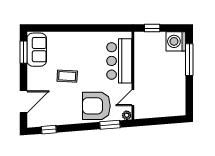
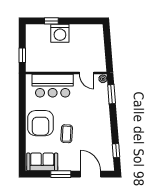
washing machine: (176, 41) -> (60, 33), moved
window: (23, 52) -> (61, 174), moved
window: (189, 60) -> (51, 21), width x0.46
armchair: (96, 106) -> (41, 123), moved

